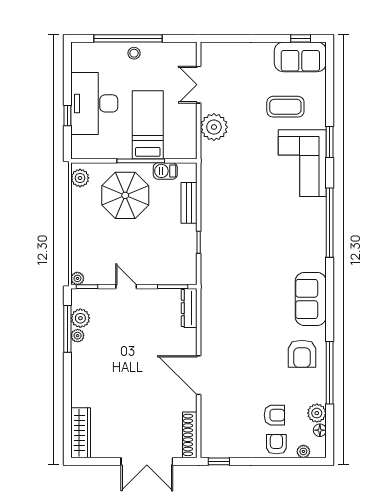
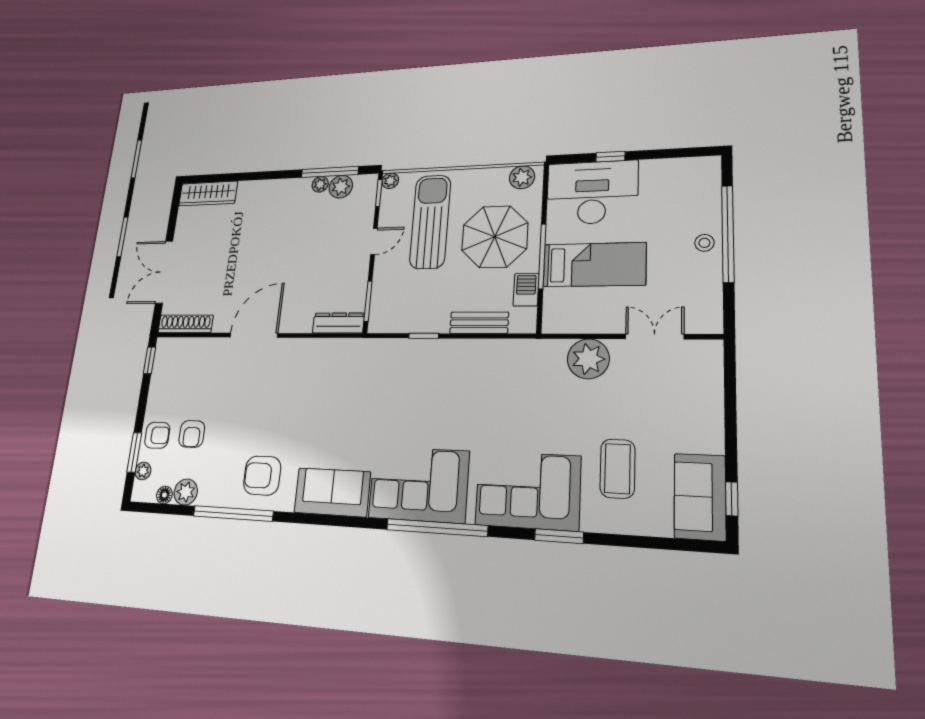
desk: (94, 103) -> (592, 193), moved
corner sofa: (302, 237) -> (419, 484), added
sun lounger: (112, 244) -> (430, 222), added
window: (290, 461) -> (134, 452), added

